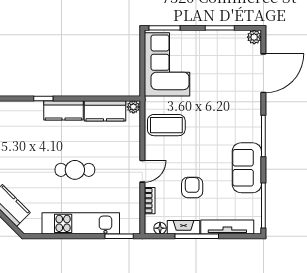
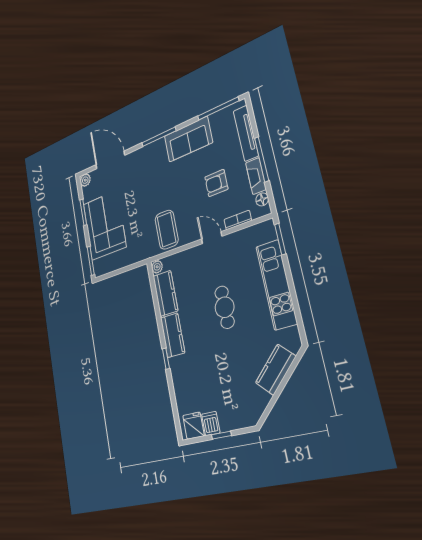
corner sofa: (167, 64) -> (104, 225), moved, turned 90

